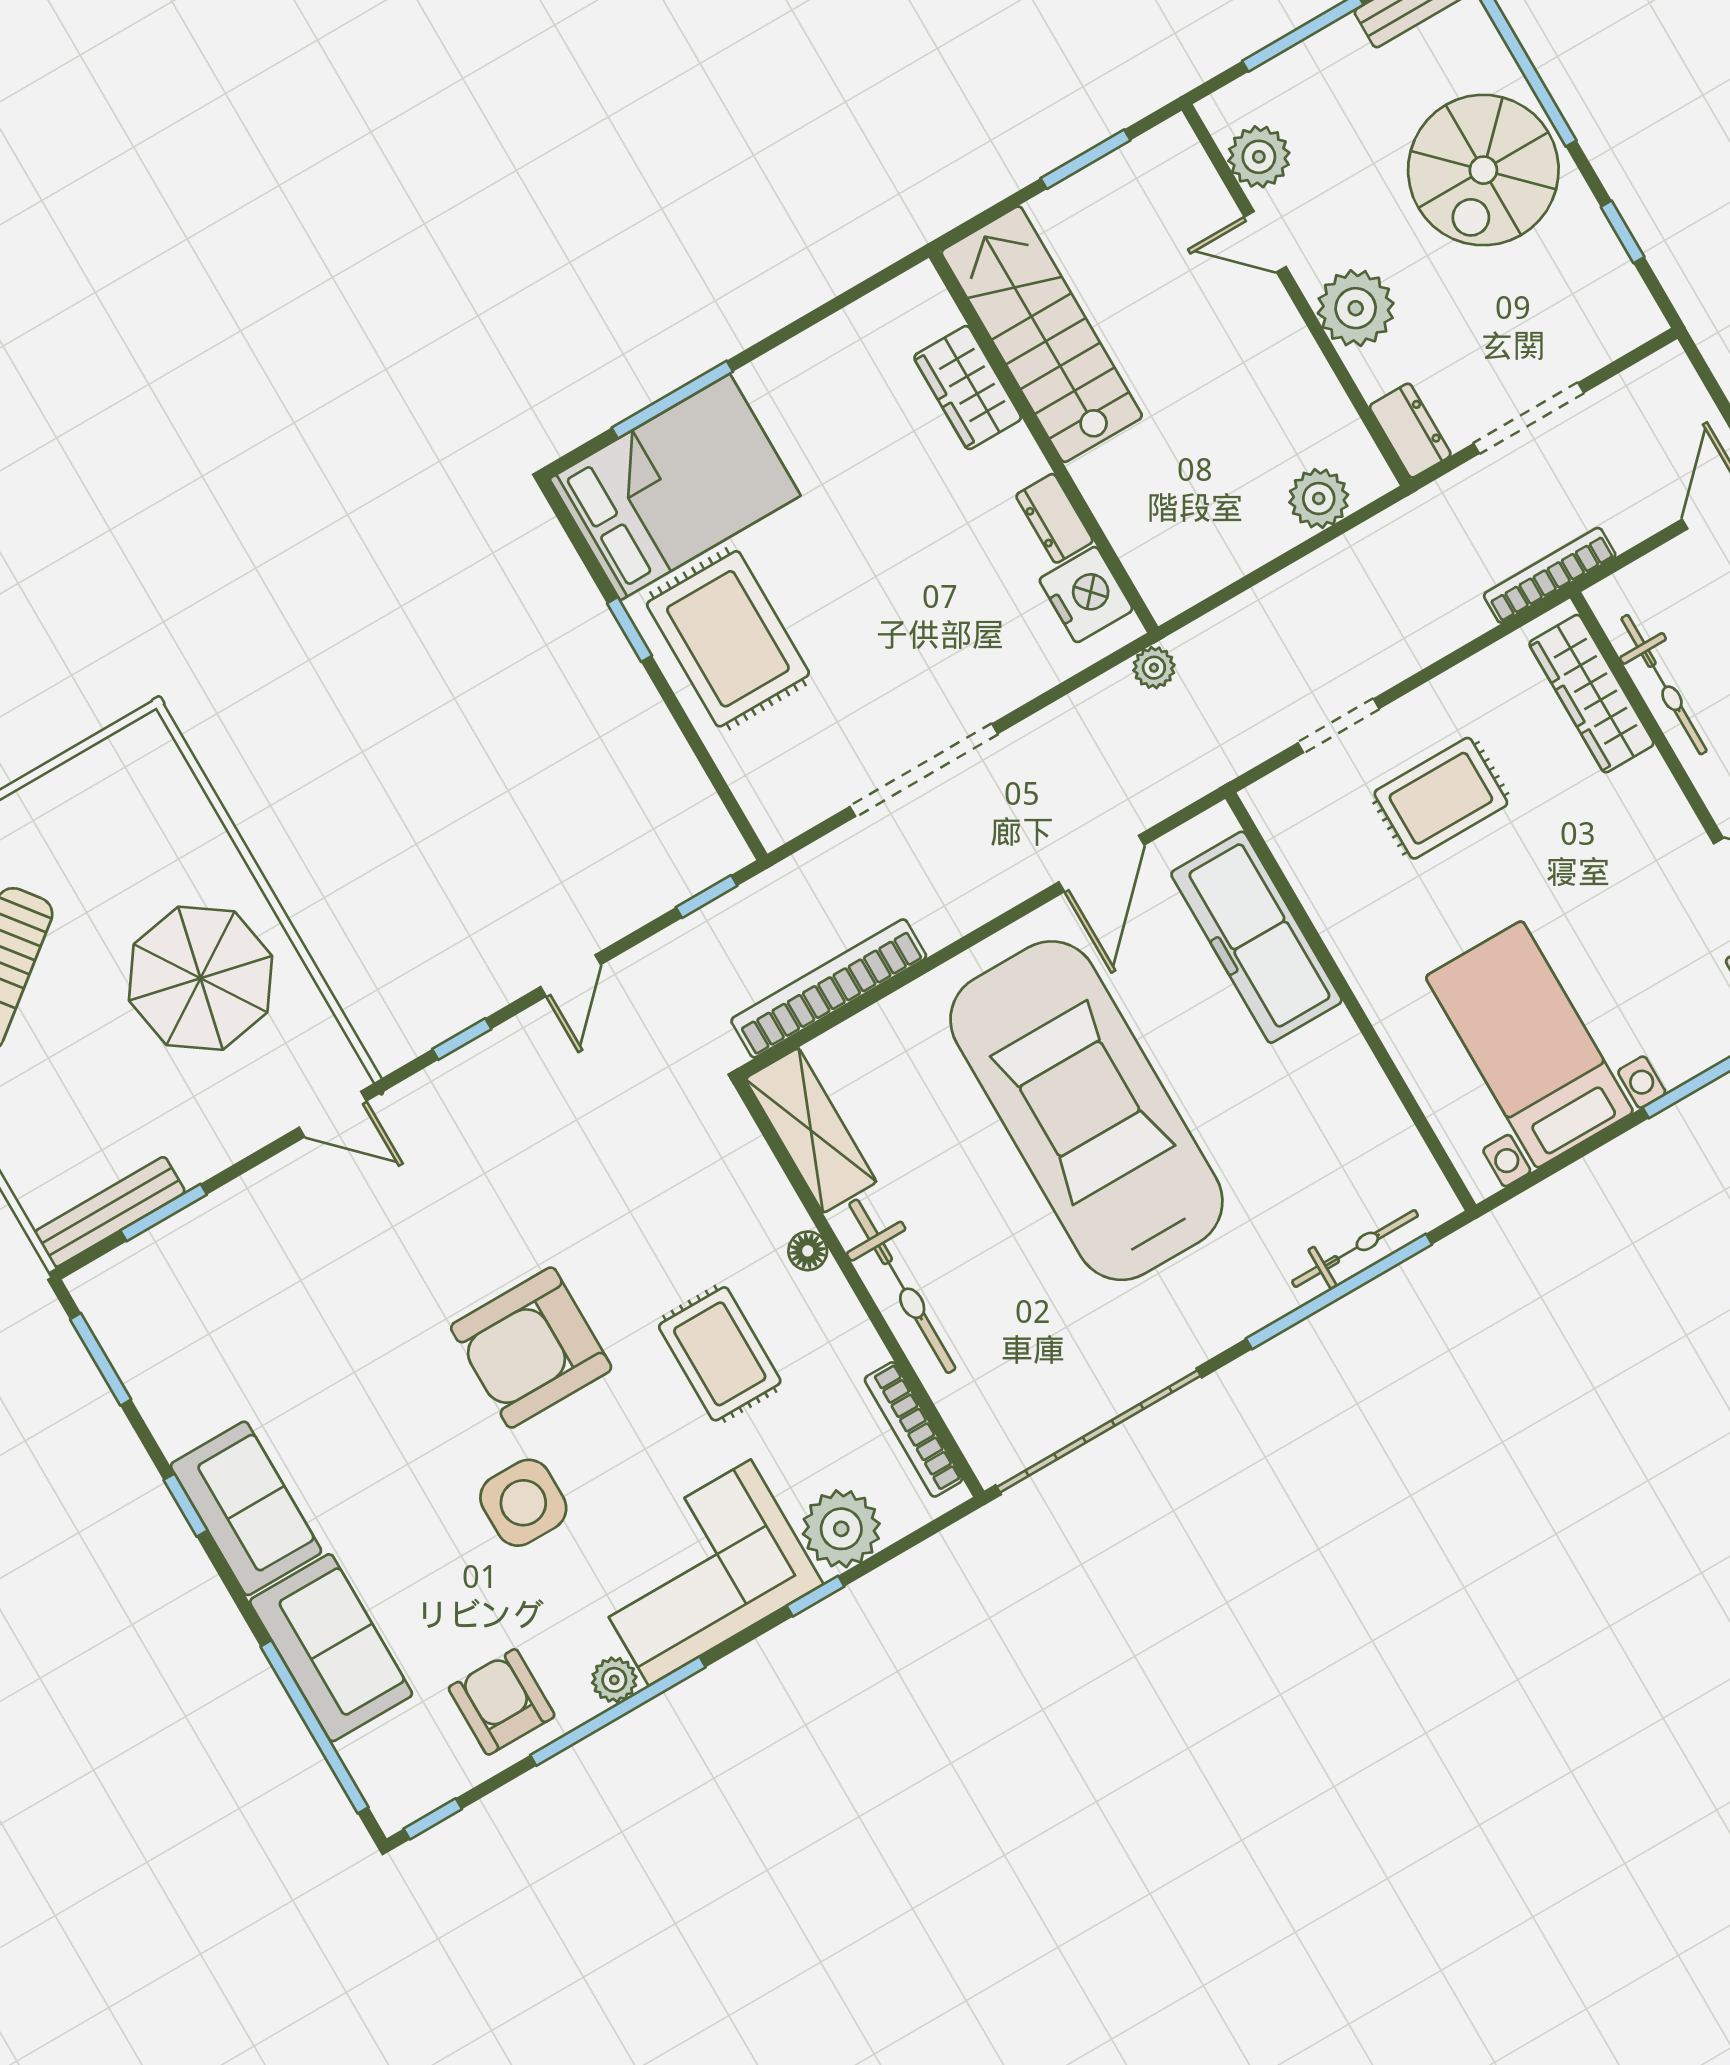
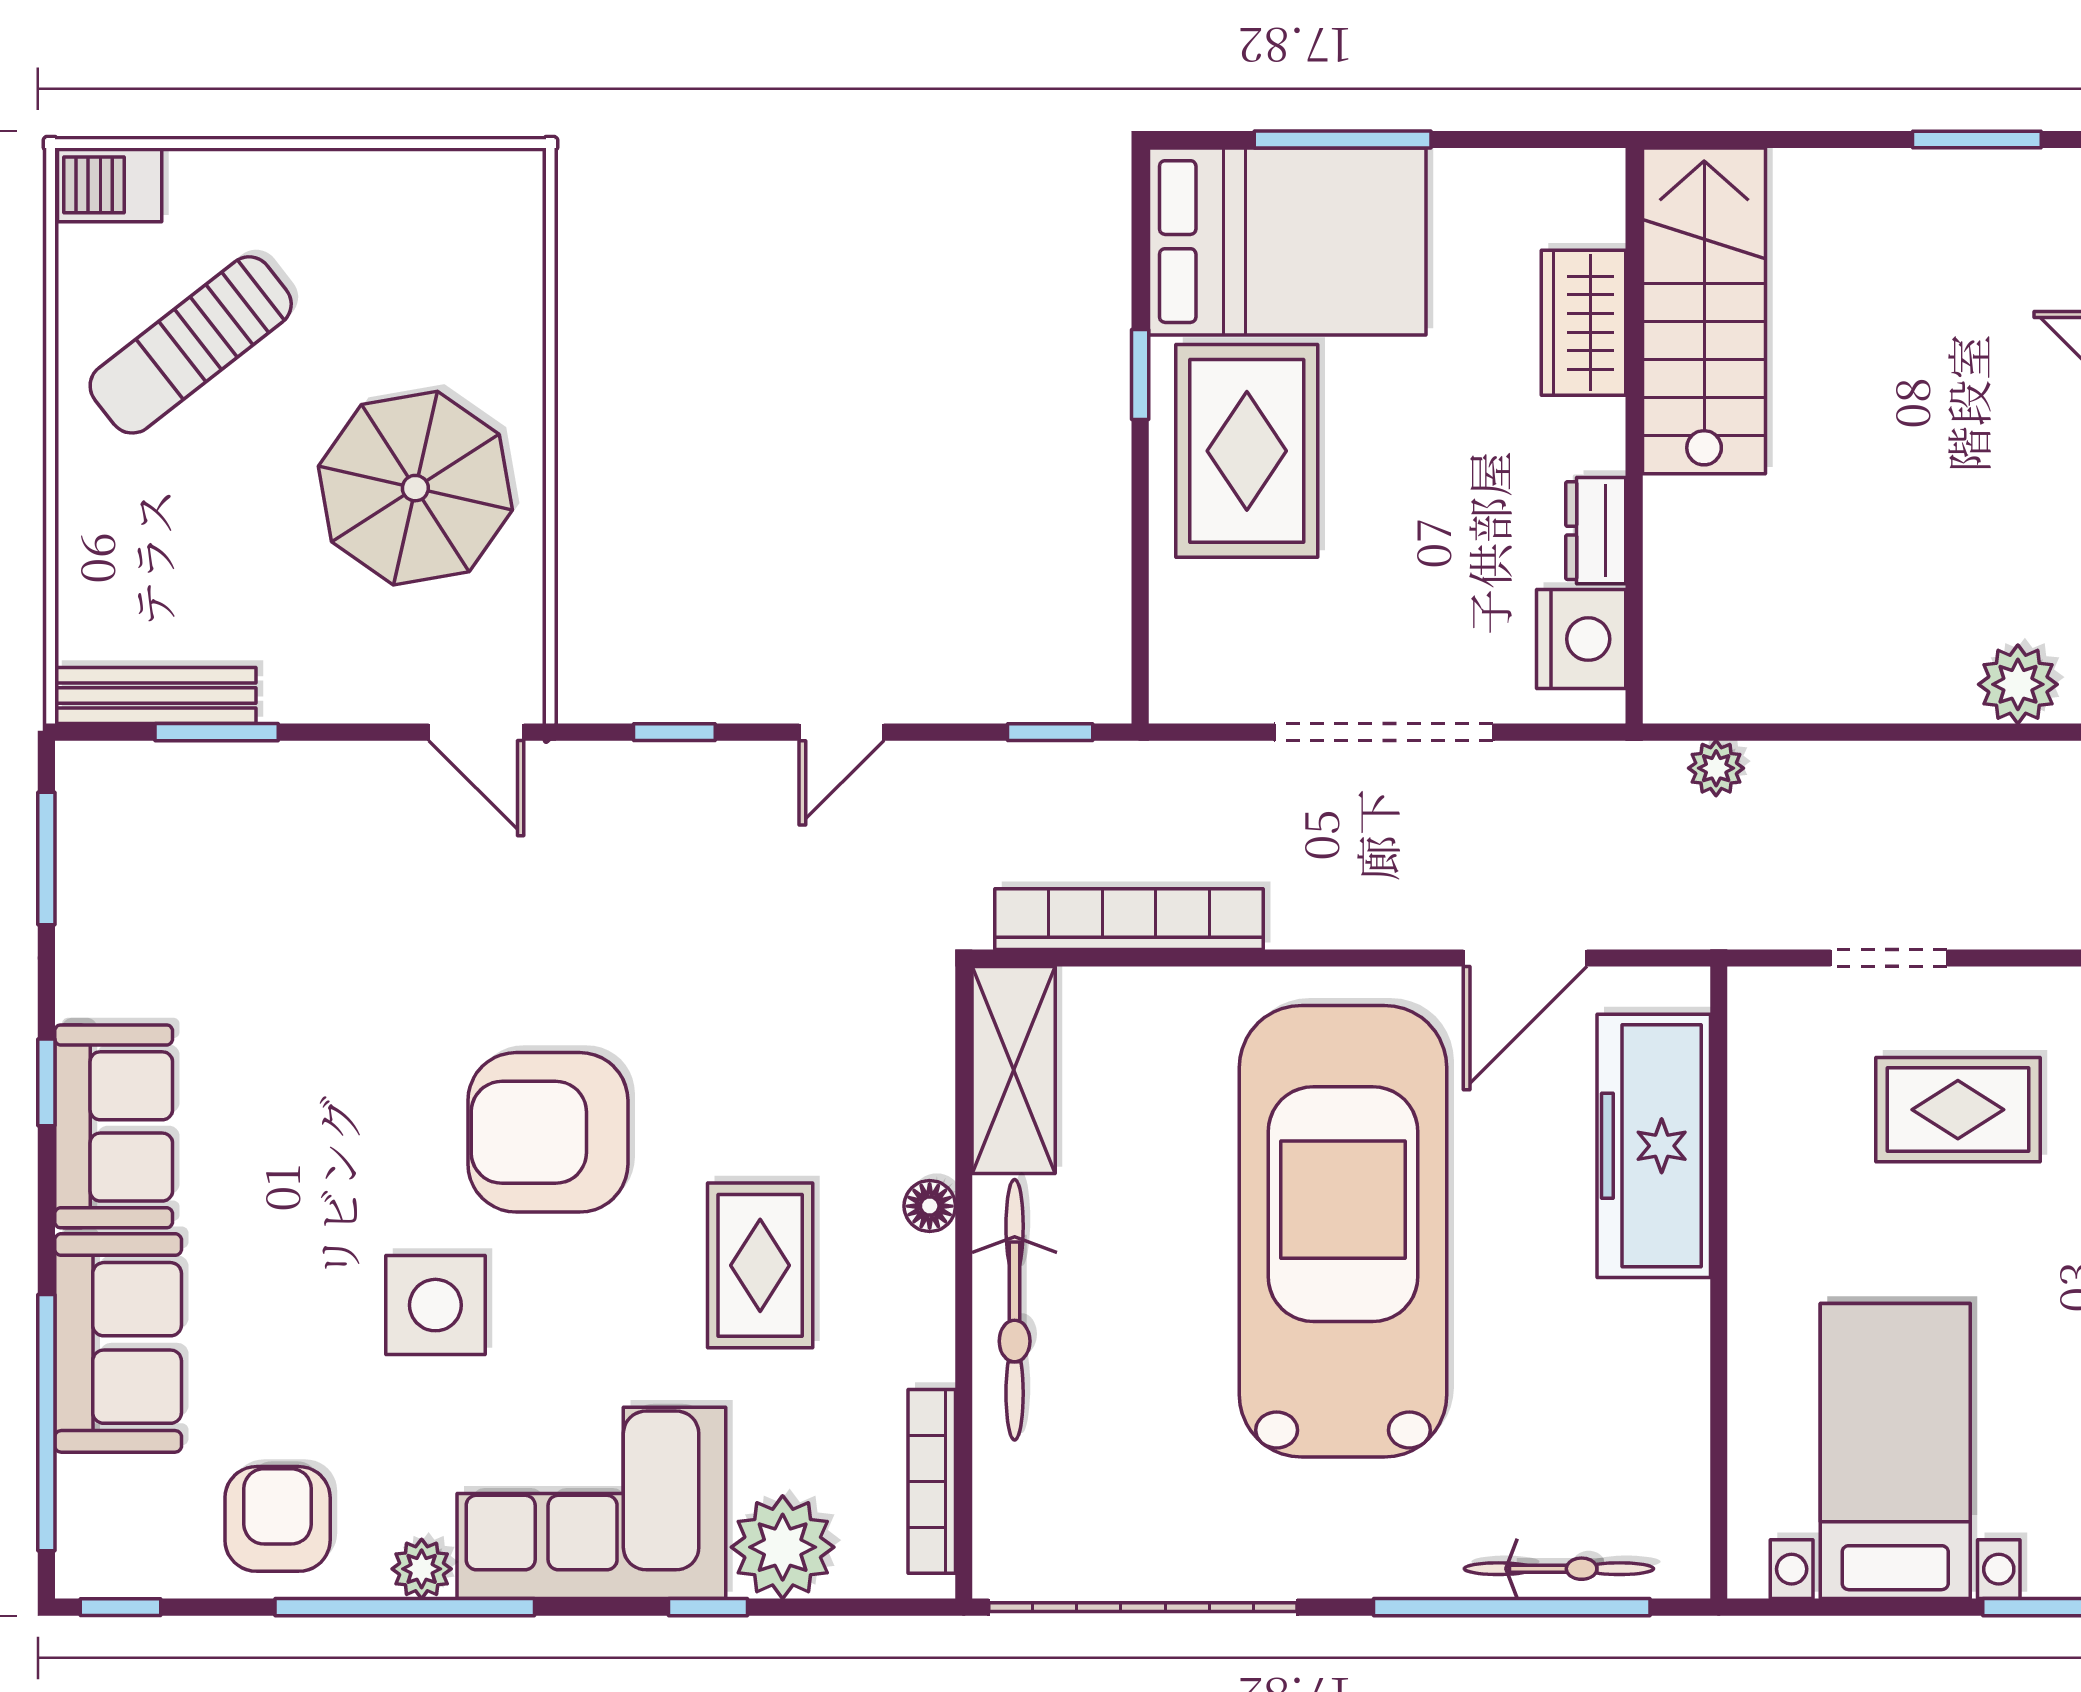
stairs: (1042, 334) -> (1704, 311), moved
wardrobe: (968, 388) -> (1583, 323), moved
wall: (1043, 442) -> (1634, 436), moved
dresser: (1054, 518) -> (1596, 531), moved
nightstand: (1086, 595) -> (1581, 639), moved

